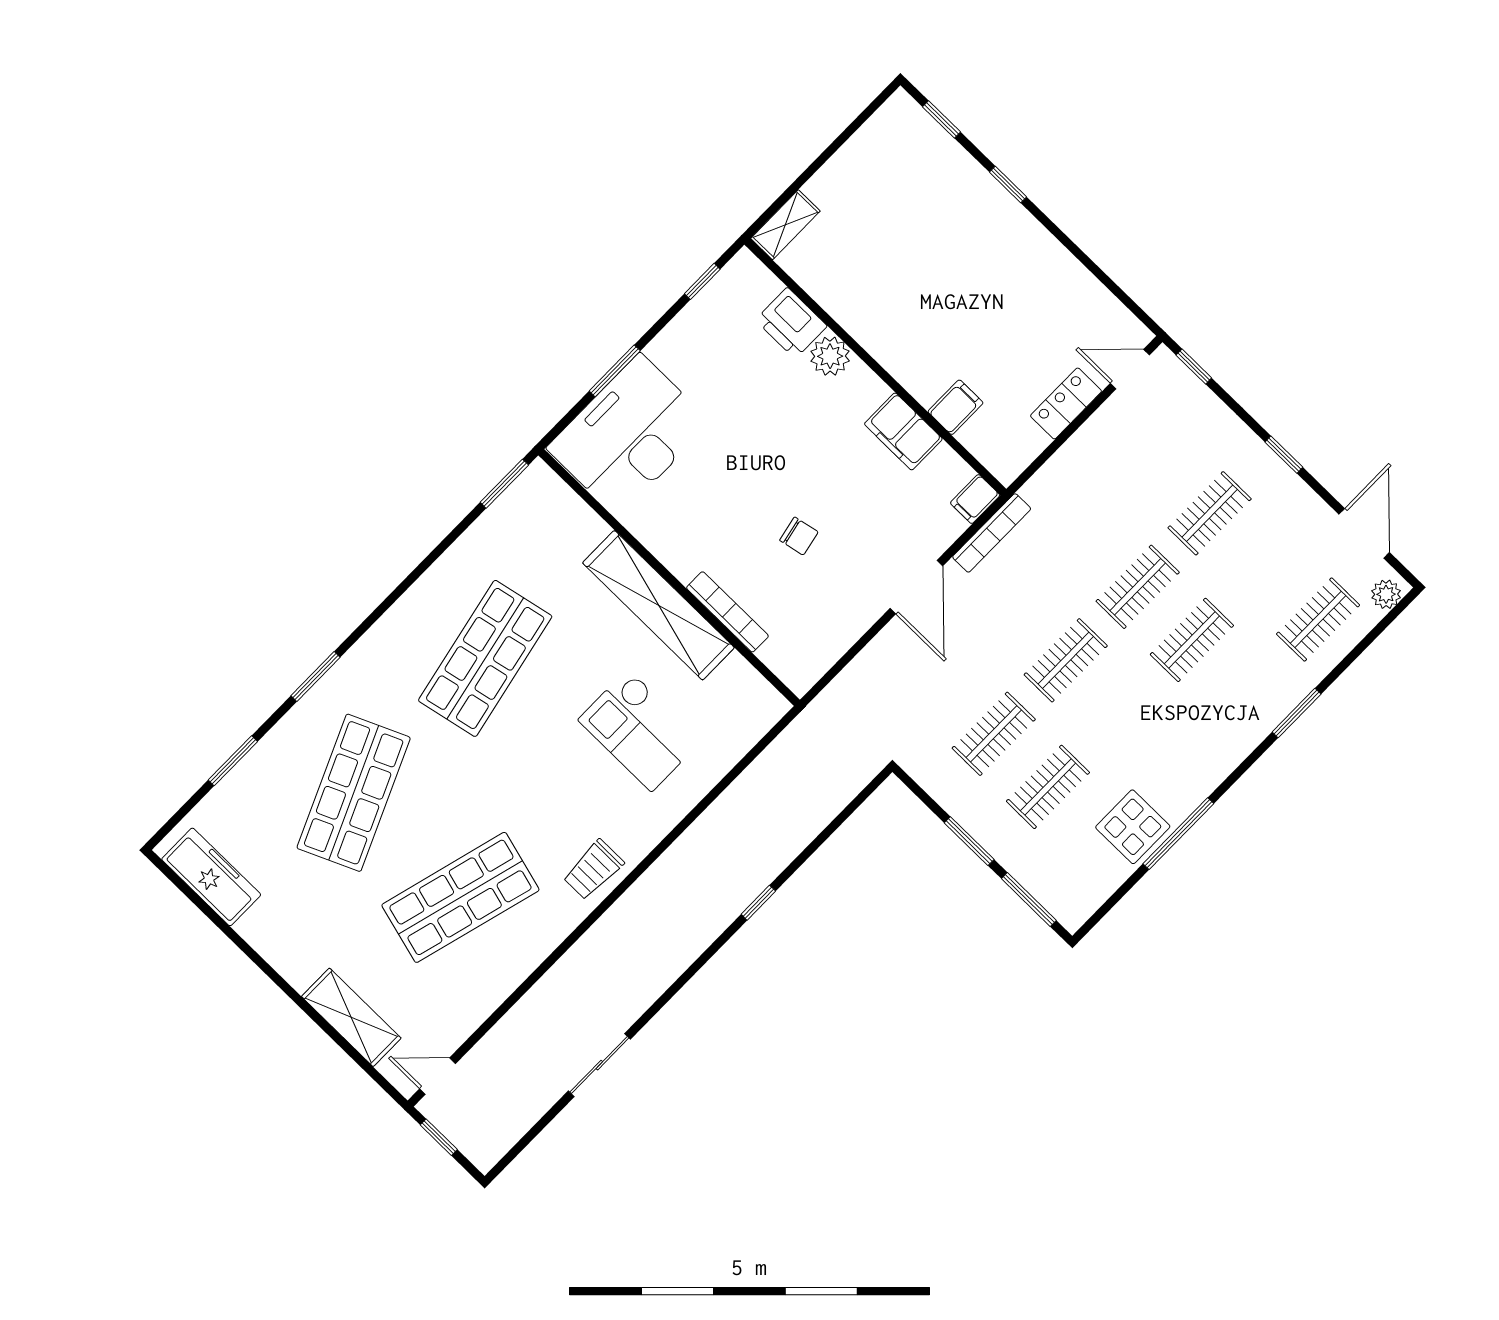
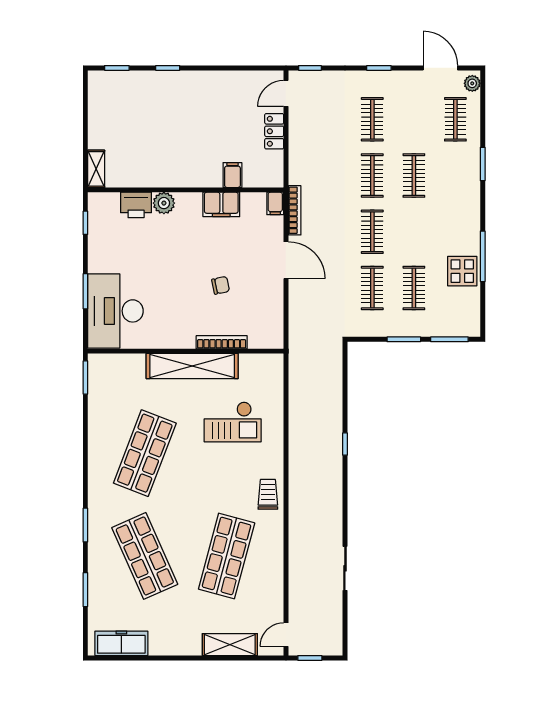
shop shelf: (485, 658) -> (145, 453), turned 33
trolley: (593, 870) -> (268, 494), turned 180

